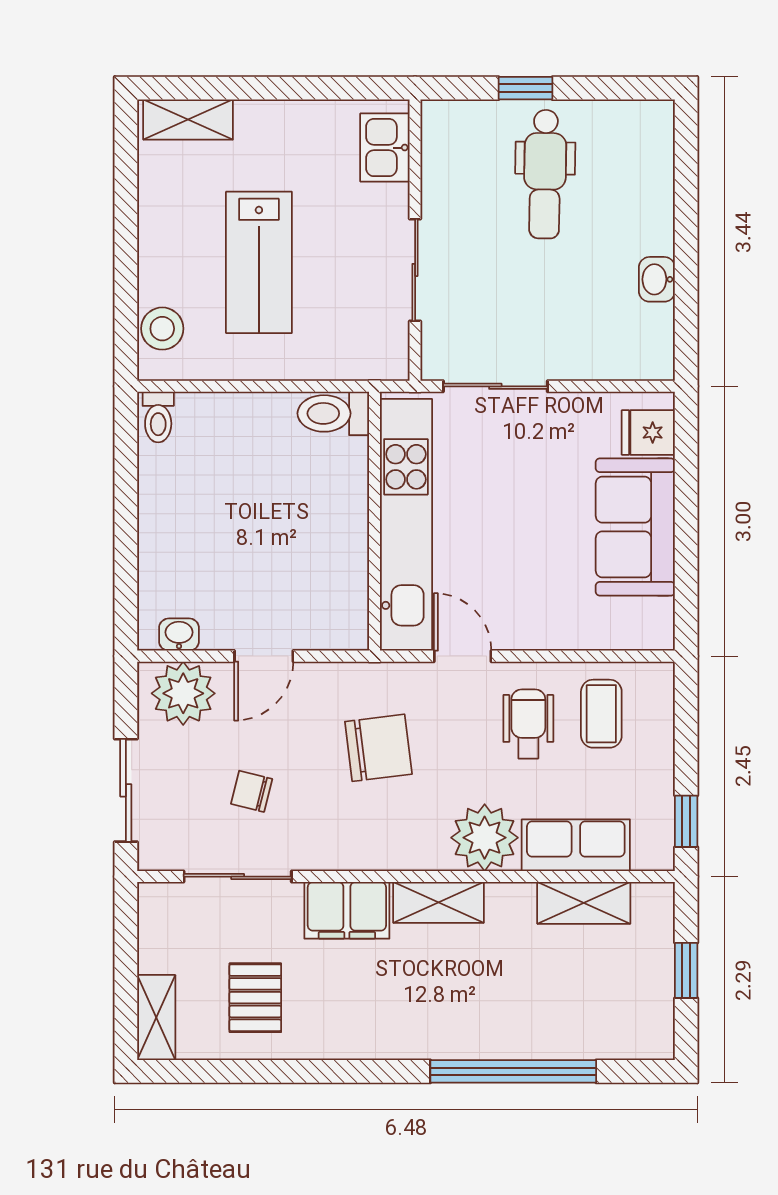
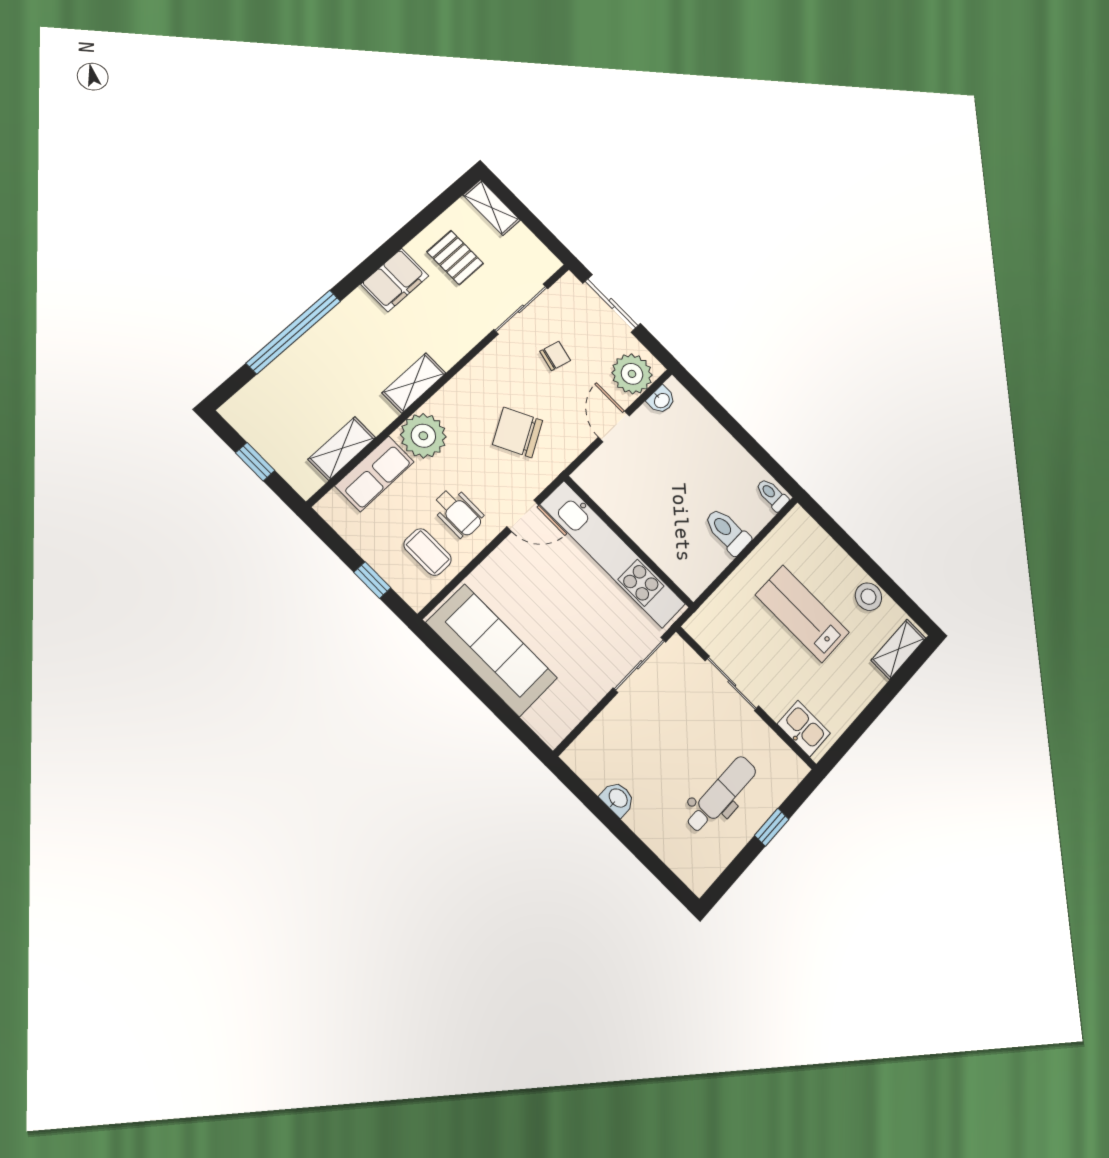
dental chair: (545, 174) -> (721, 794), turned 89
stool: (162, 329) -> (868, 597), moved
toilet: (333, 413) -> (727, 531), moved, turned -90
fridge: (648, 432) -> (545, 717), removed
sofa: (635, 527) -> (492, 650), width x1.36
chair: (378, 748) -> (518, 432), turned 69
window: (686, 821) -> (372, 580), moved
filing cabinet: (347, 910) -> (395, 280), moved, turned 180

